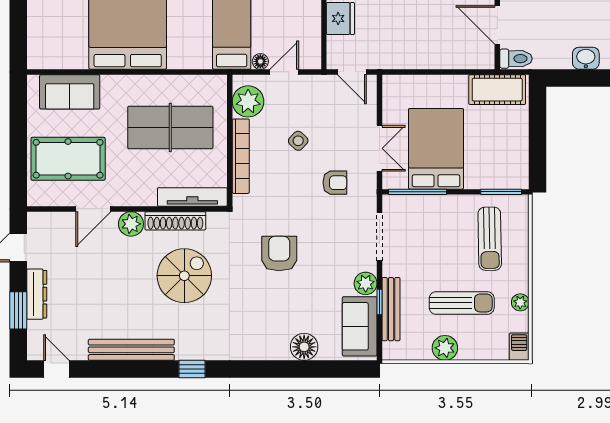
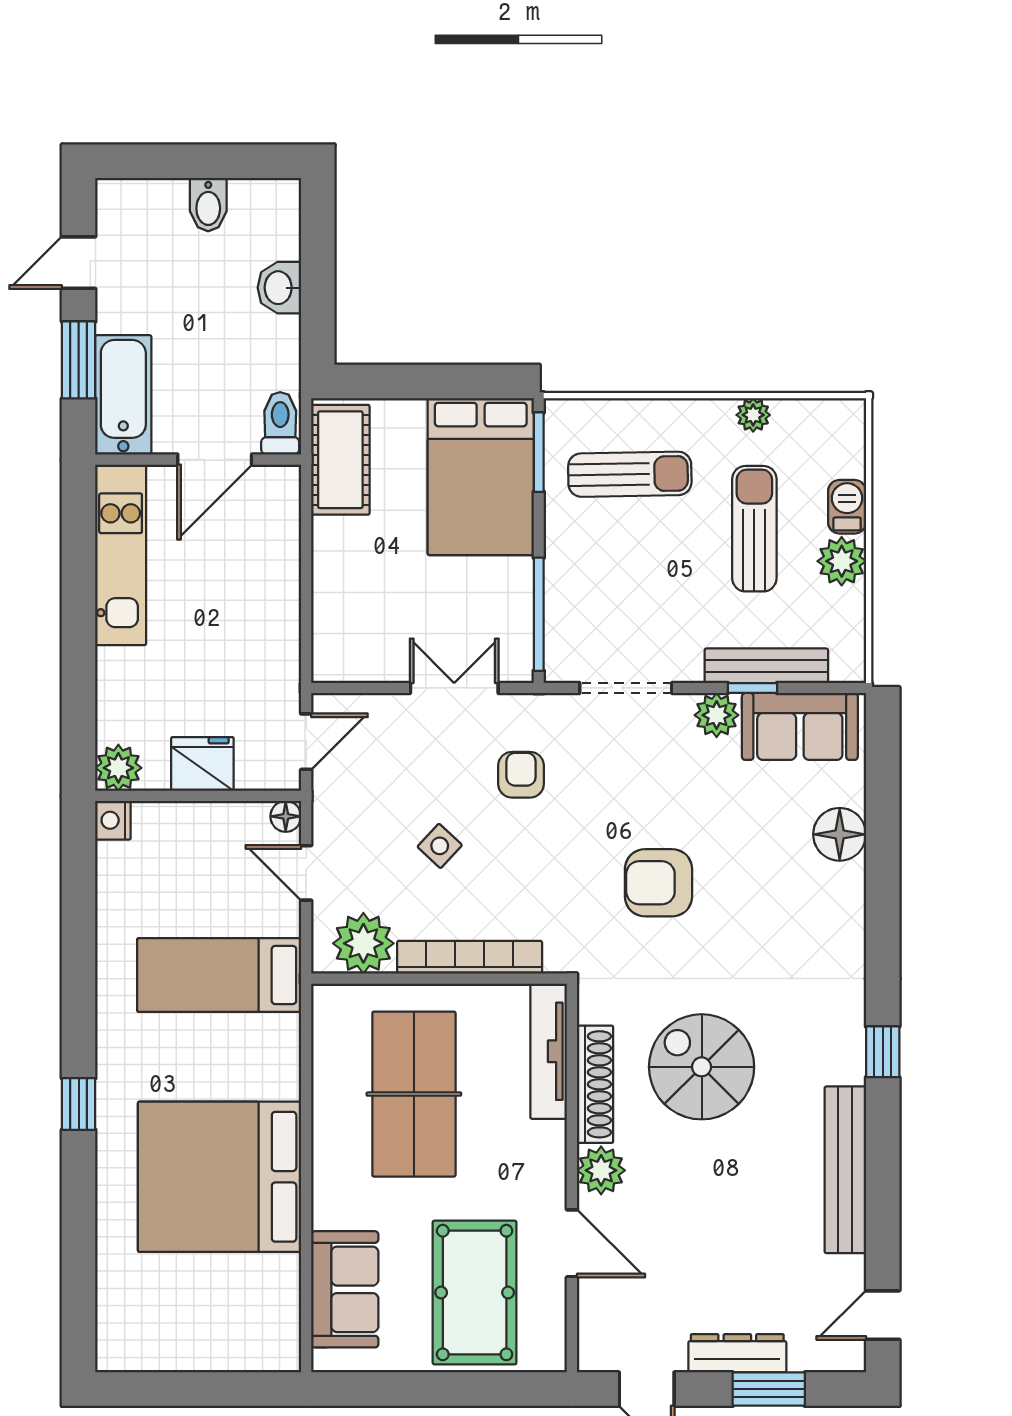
floor lamp: (260, 61) -> (286, 816), moved
bed: (436, 149) -> (481, 477), moved, turned -90
barbecue: (519, 347) -> (847, 507), moved, turned 90

